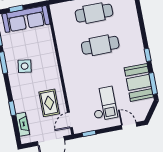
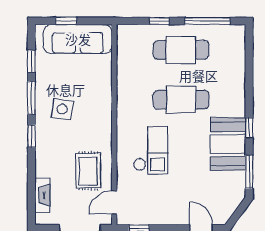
booth: (139, 82) -> (228, 144), moved
checkout: (104, 104) -> (151, 150), moved
window: (12, 108) -> (31, 136), moved

